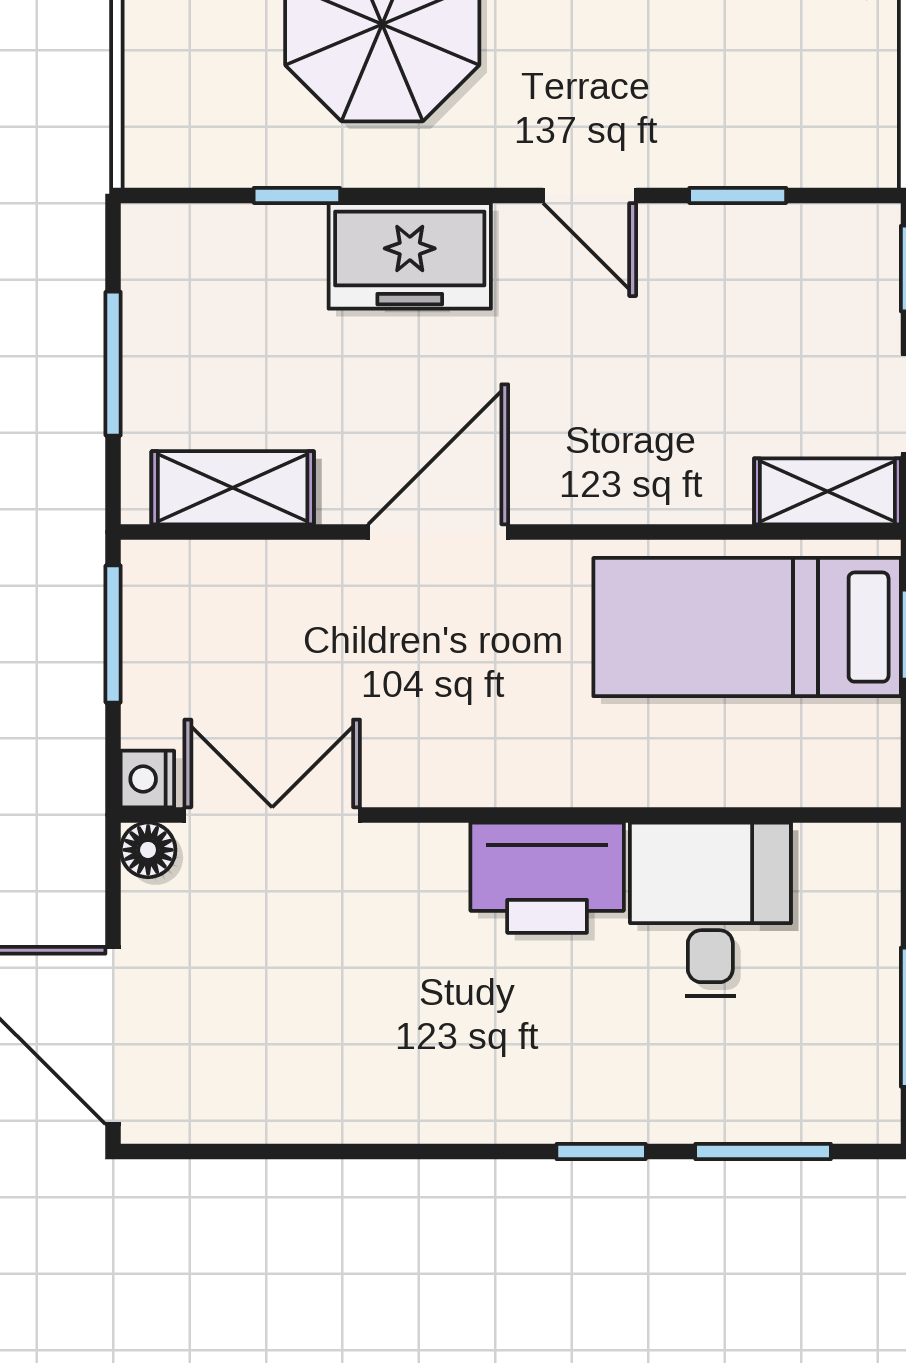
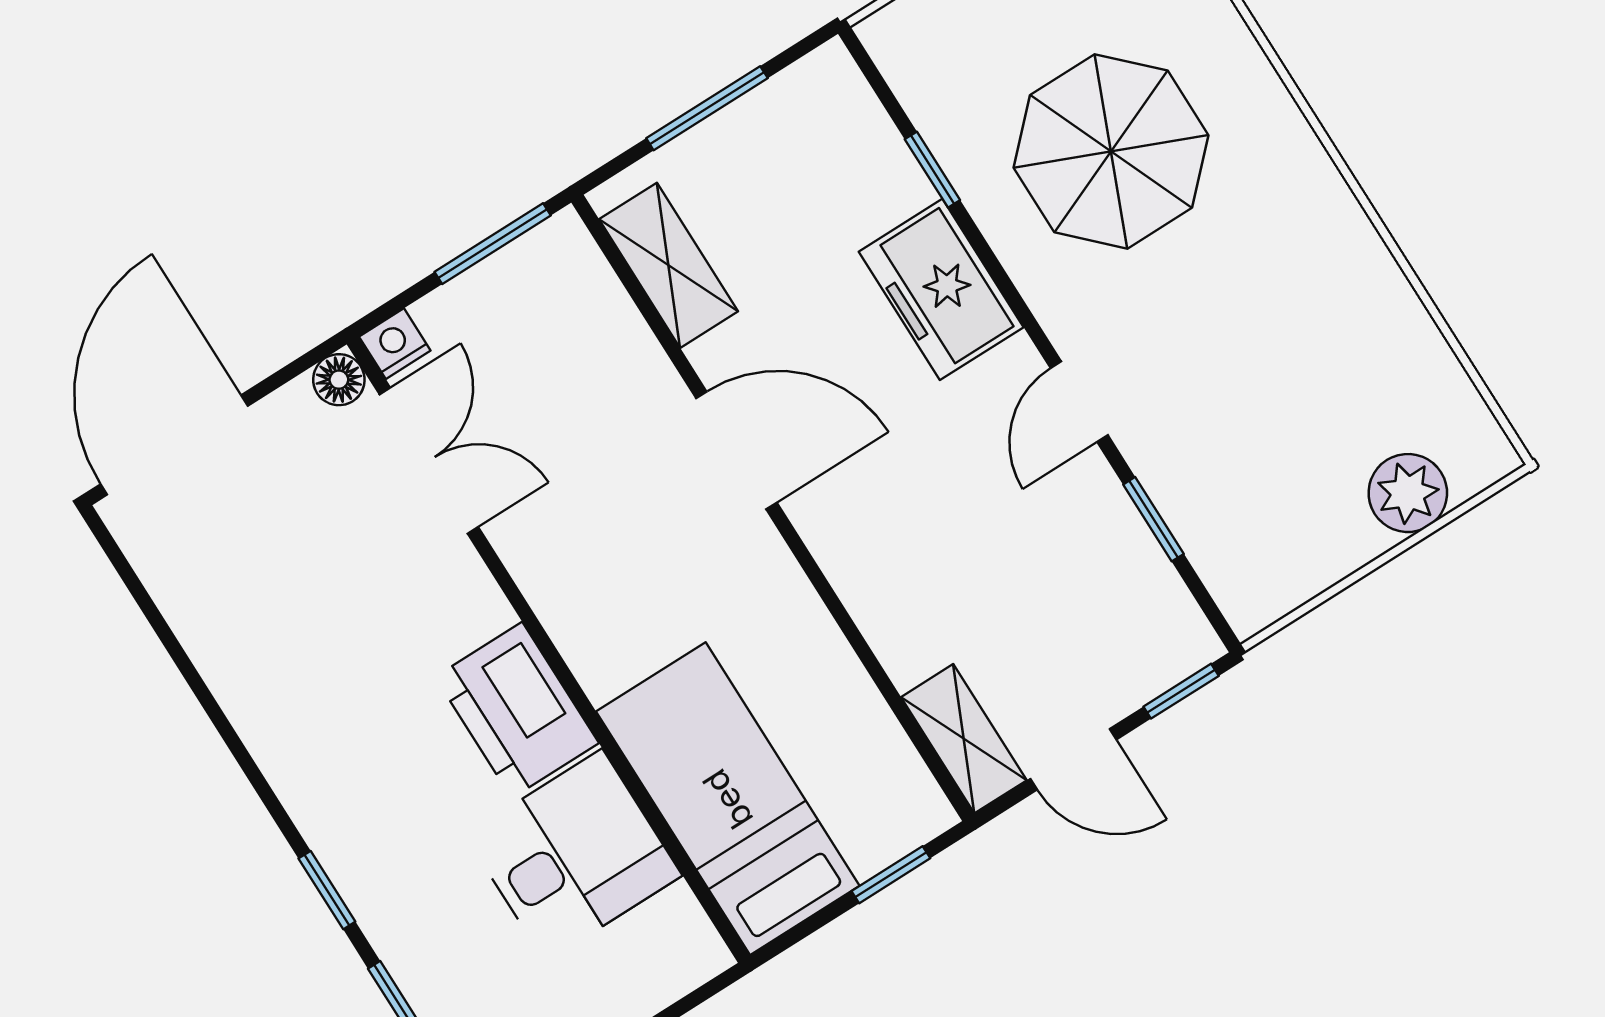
bed: (747, 627) -> (728, 799), moved

